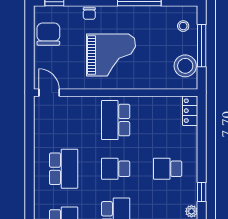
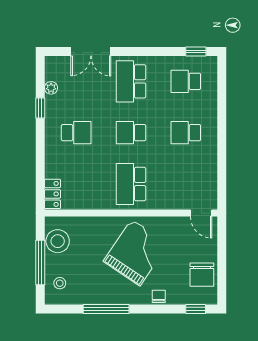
grand piano: (111, 55) -> (136, 253), turned 124
school desk: (116, 120) -> (131, 184), turned 180
school desk: (64, 169) -> (186, 133), width x0.54
school desk: (116, 169) -> (131, 133), turned 180

